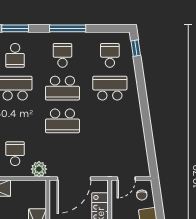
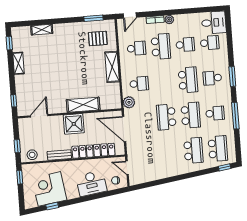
school desk: (110, 55) -> (218, 149), width x1.85
school desk: (62, 88) -> (191, 115), turned 180

